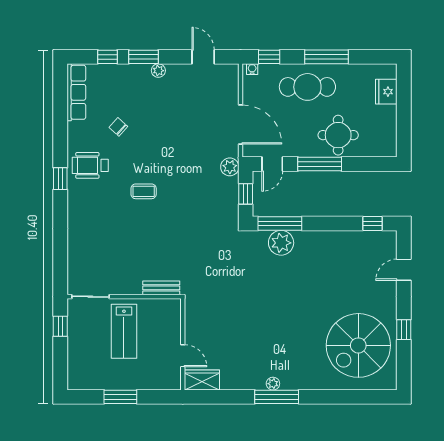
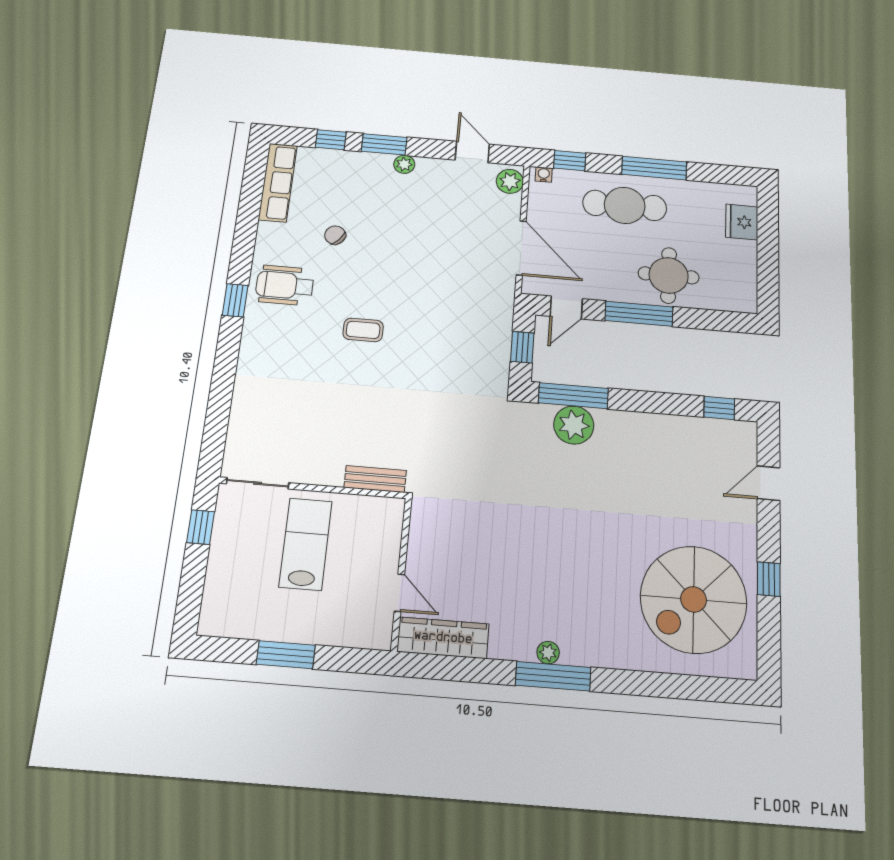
plant: (230, 167) -> (510, 181), moved
lab bench: (124, 331) -> (306, 544), turned 180
wardrobe: (202, 380) -> (443, 638), width x1.50

